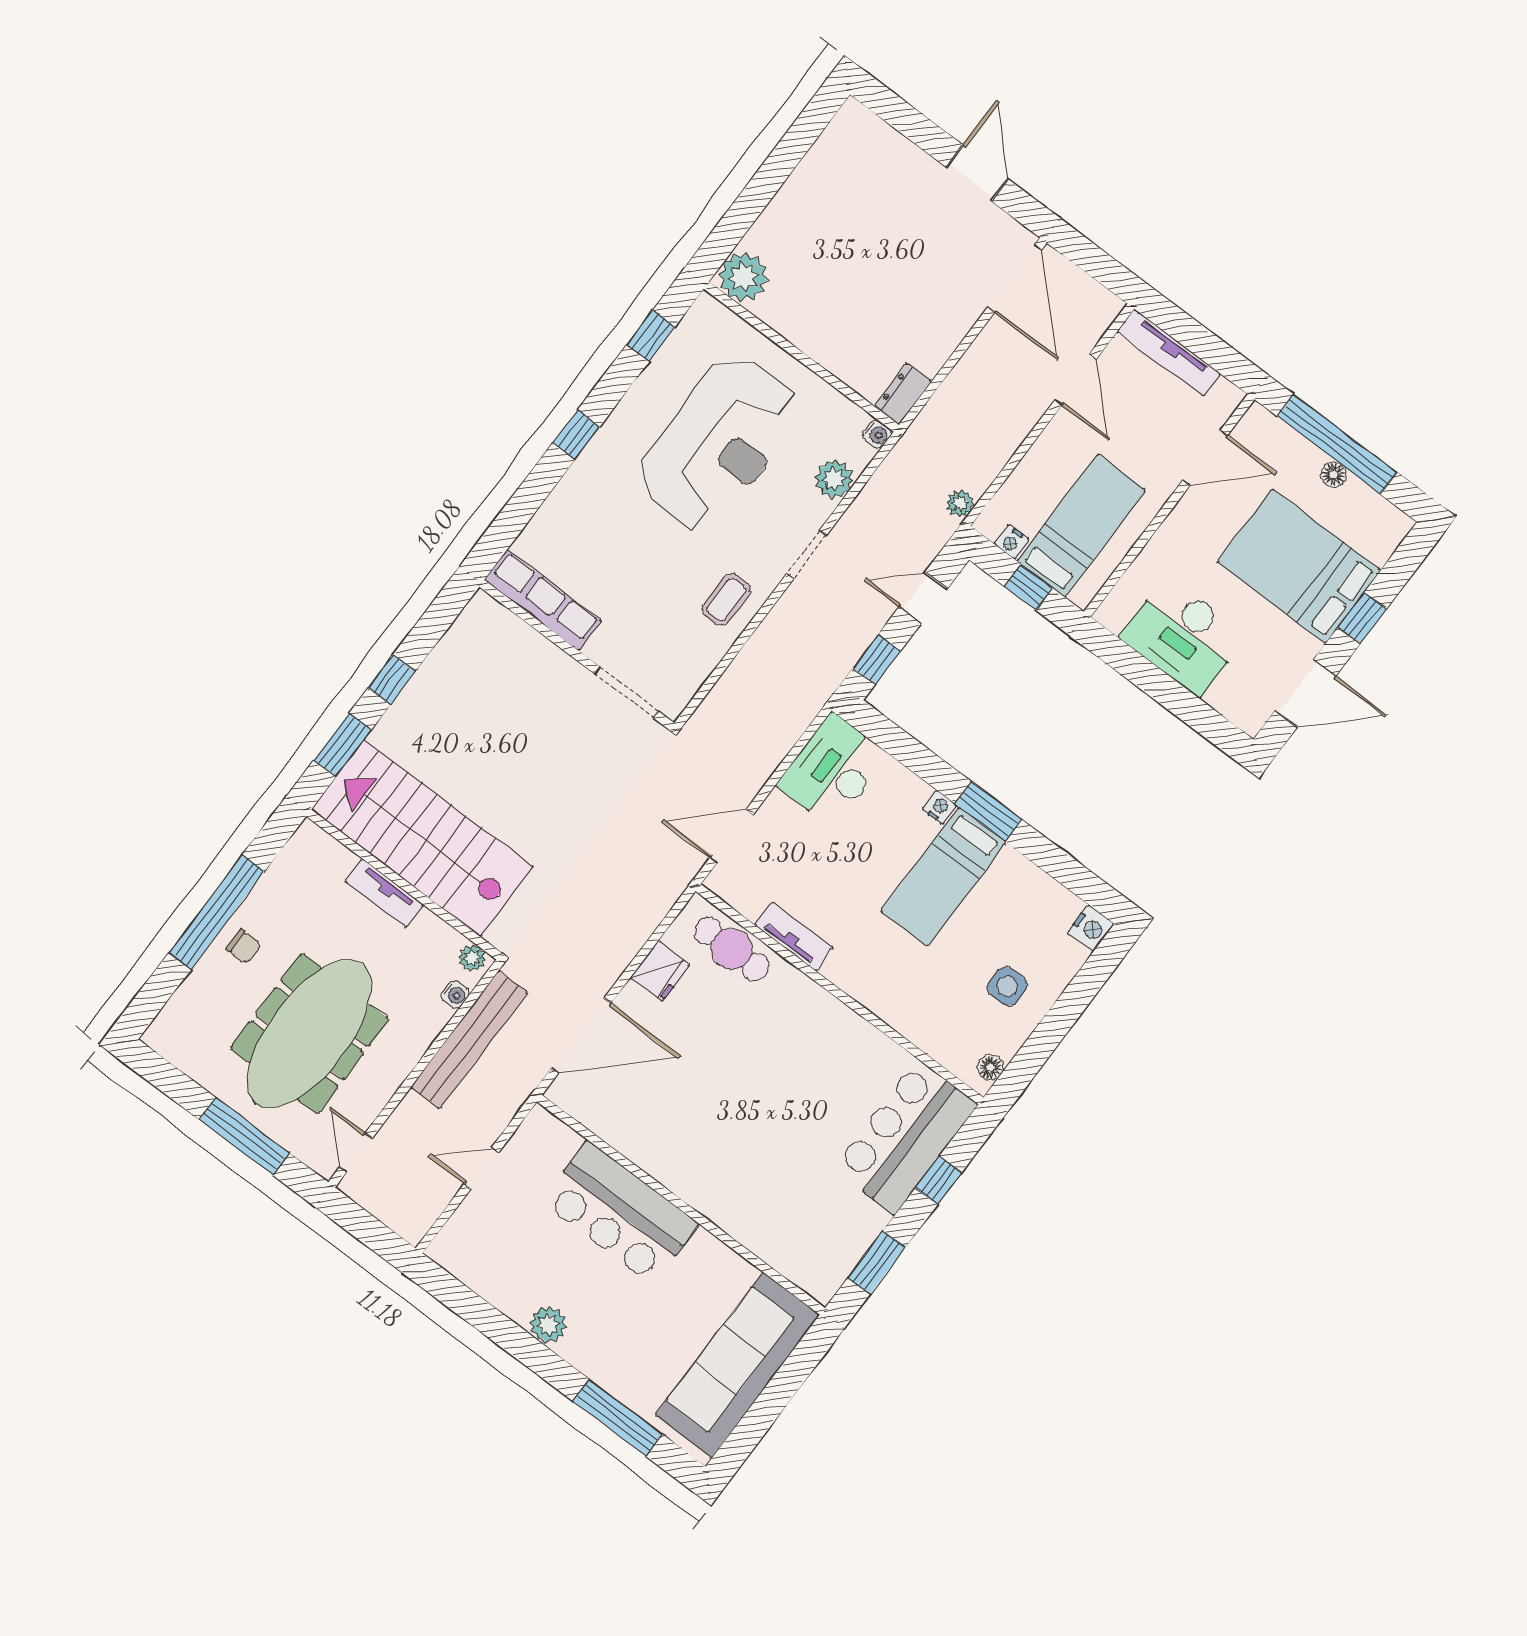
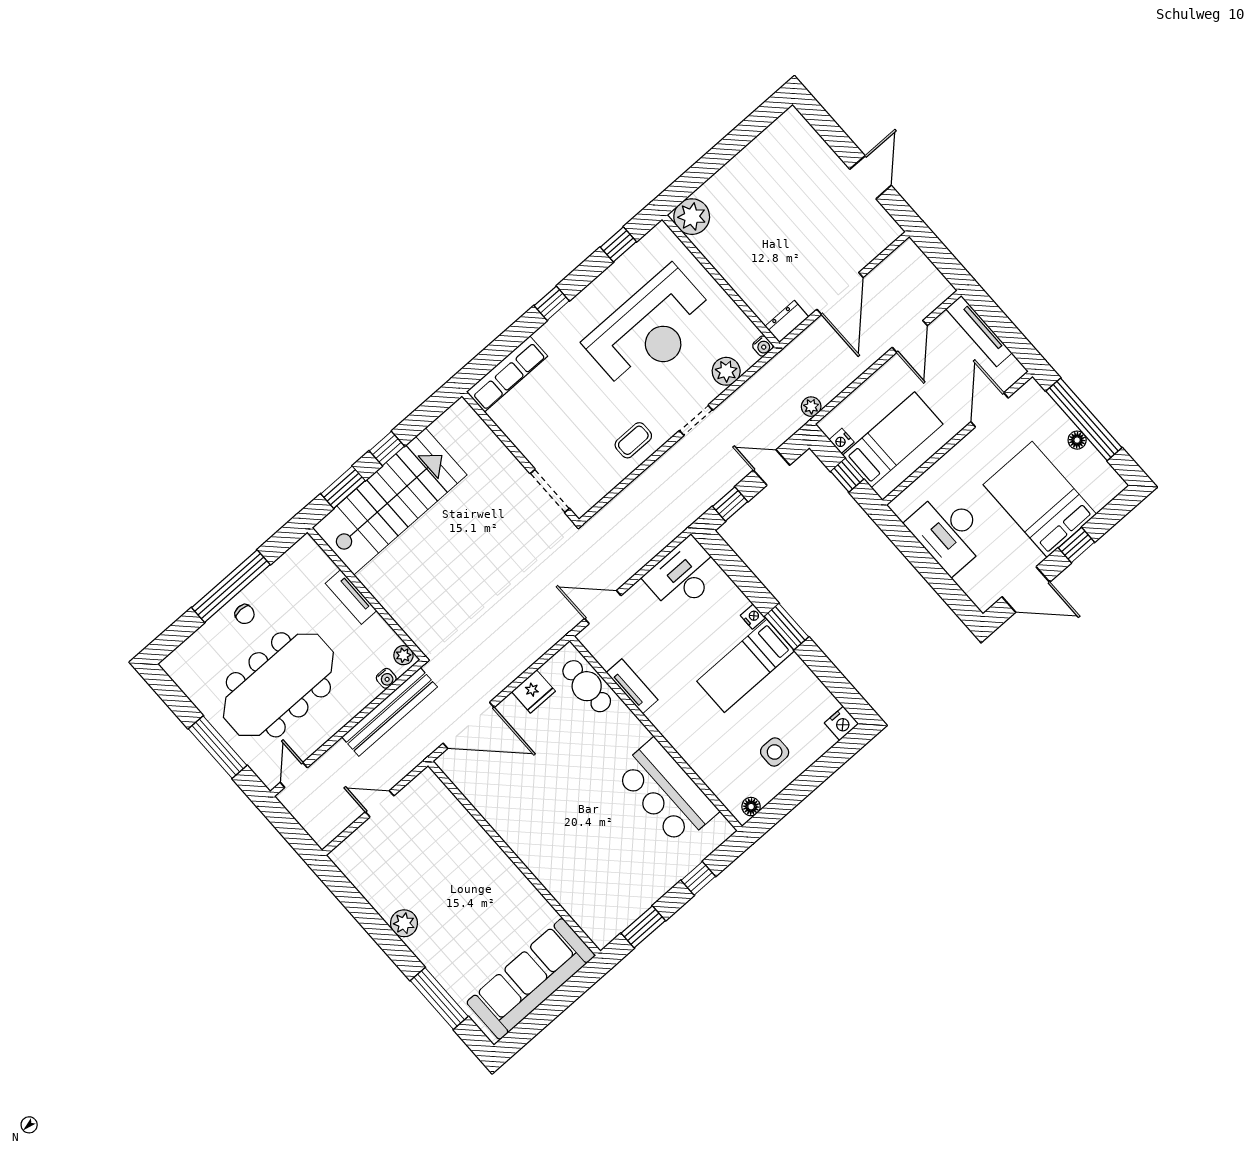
door: (1015, 279) -> (840, 293), moved
door: (1205, 458) -> (990, 410), swing flipped
row of seats: (543, 600) -> (507, 374), moved, turned 90
stairs: (422, 838) -> (389, 501), moved, turned 90
bar counter: (906, 1137) -> (666, 792), moved, turned -90
bar counter: (620, 1213) -> (470, 855), removed

